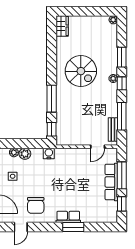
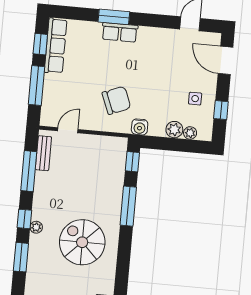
row of seats: (111, 182) -> (56, 46), moved
chair: (36, 205) -> (116, 100), moved, turned 68

